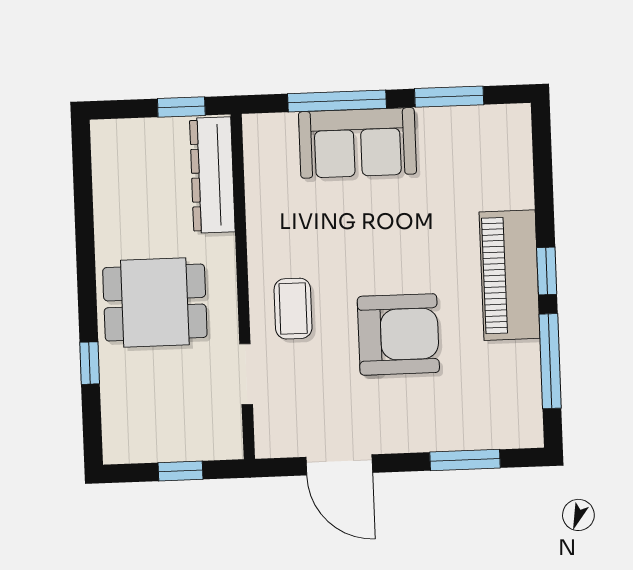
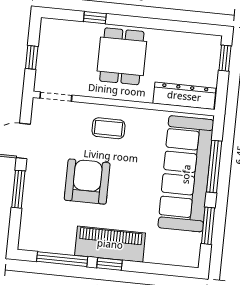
window: (181, 107) -> (225, 58), moved
sofa: (357, 143) -> (186, 174), width x1.85, depth x1.27
armchair: (398, 334) -> (87, 182), turned 180
doorway: (246, 374) -> (56, 97), moved
window: (465, 460) -> (18, 189), moved

